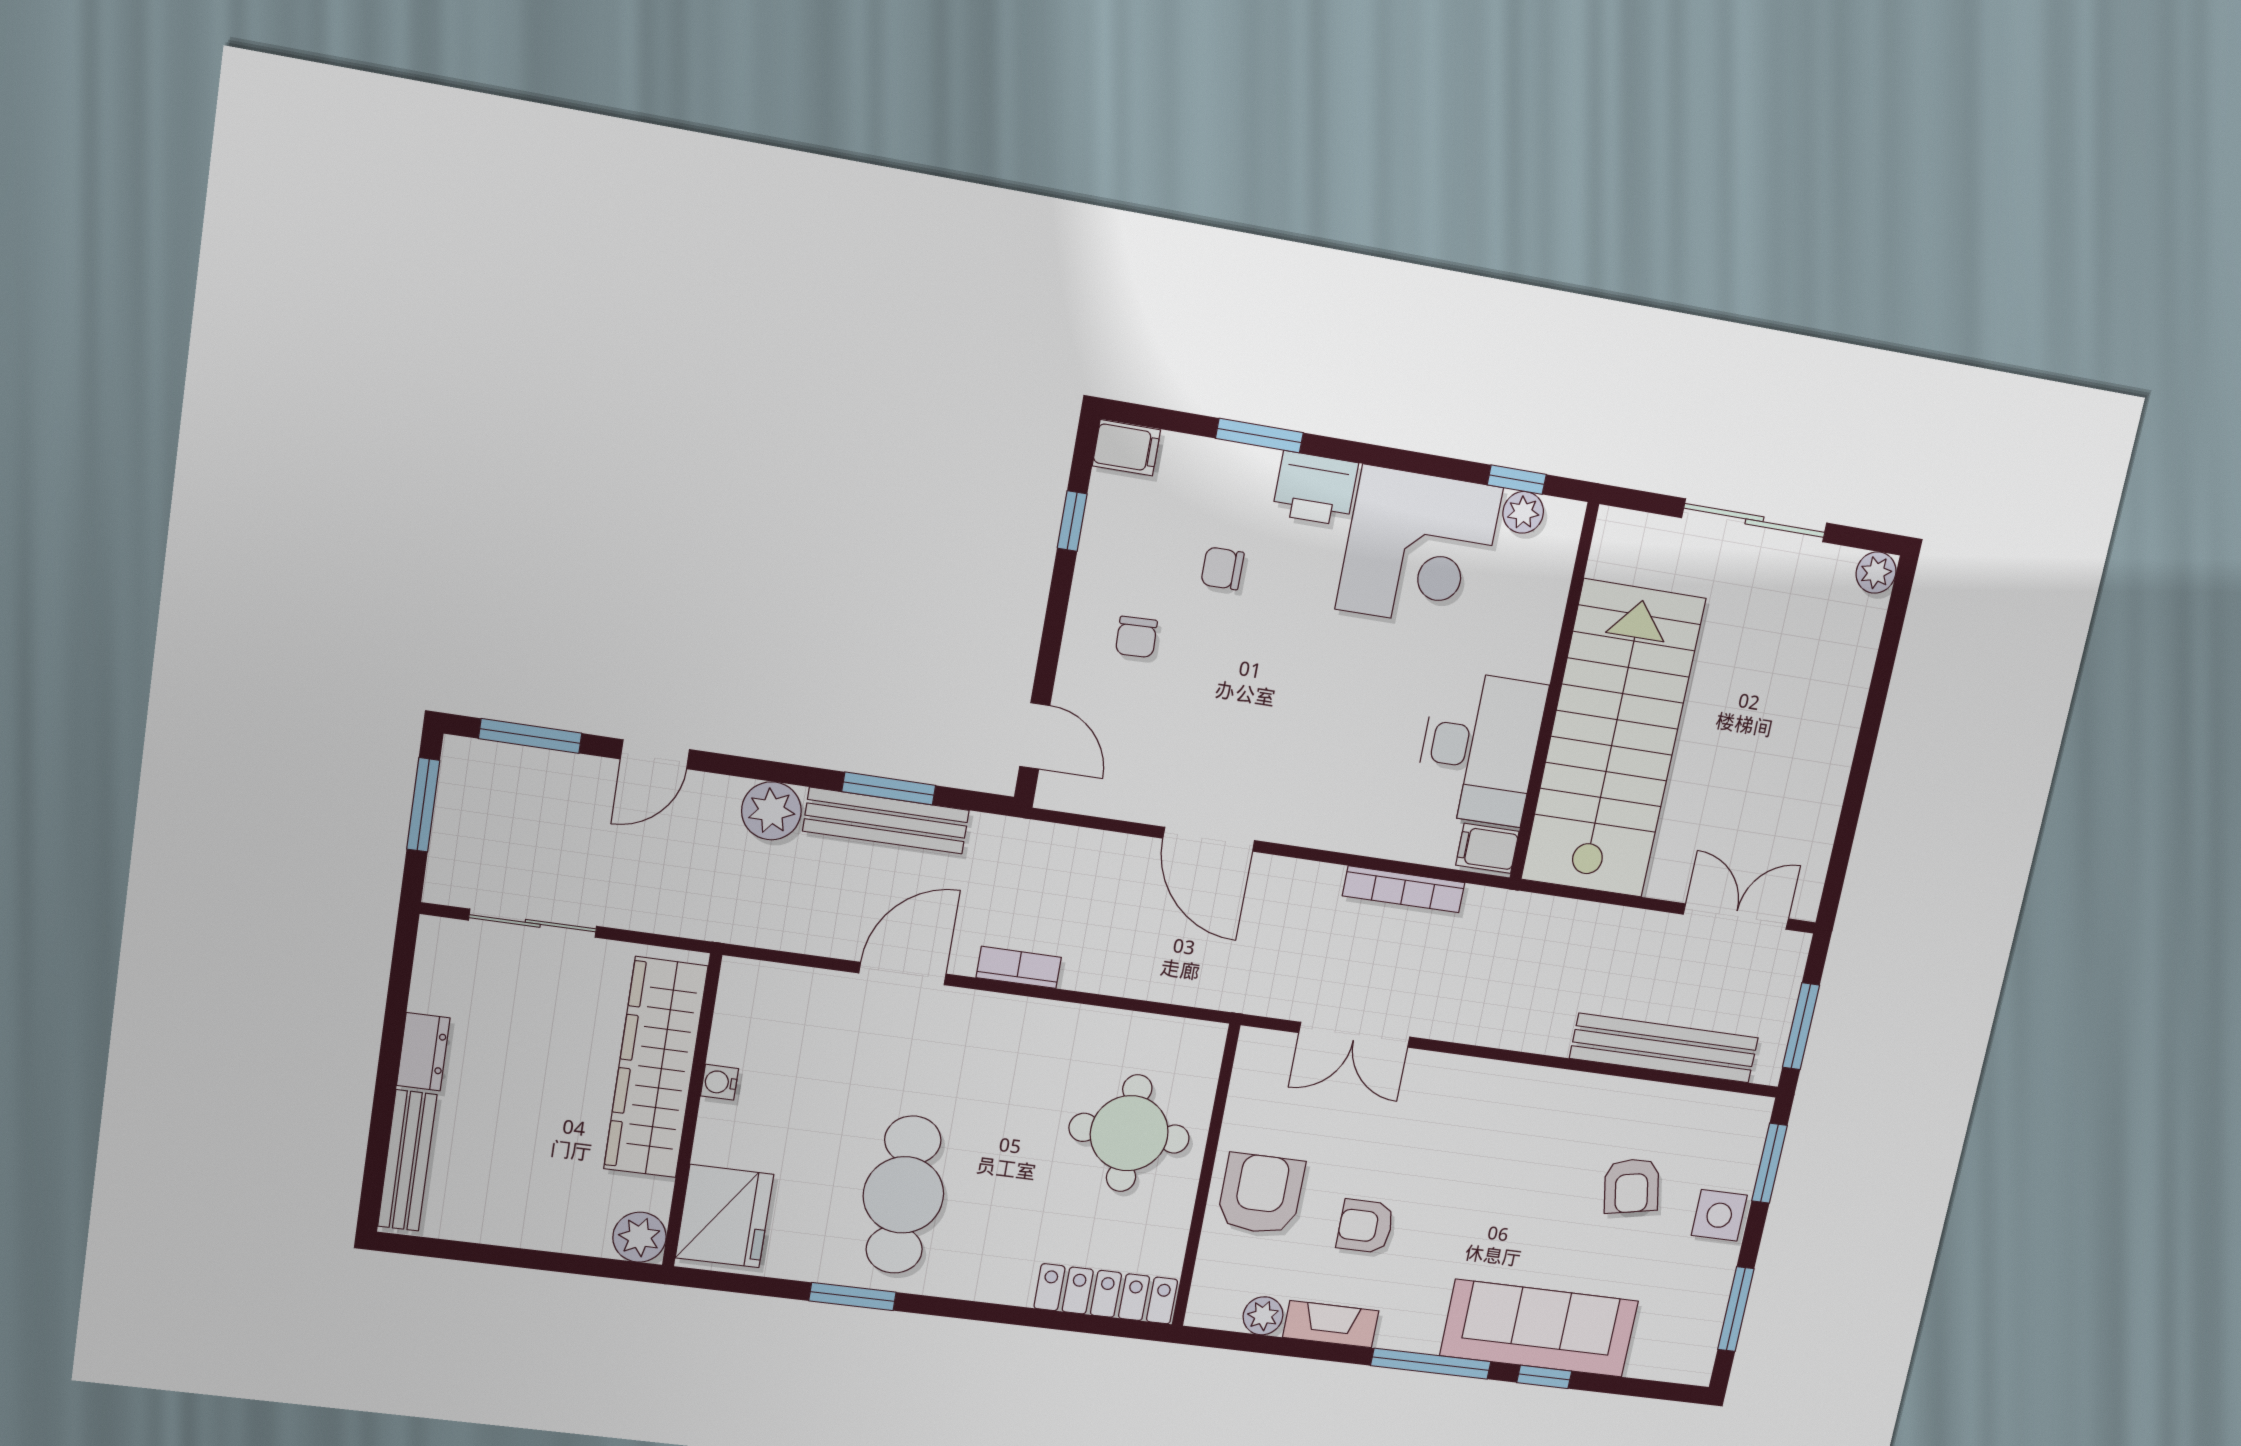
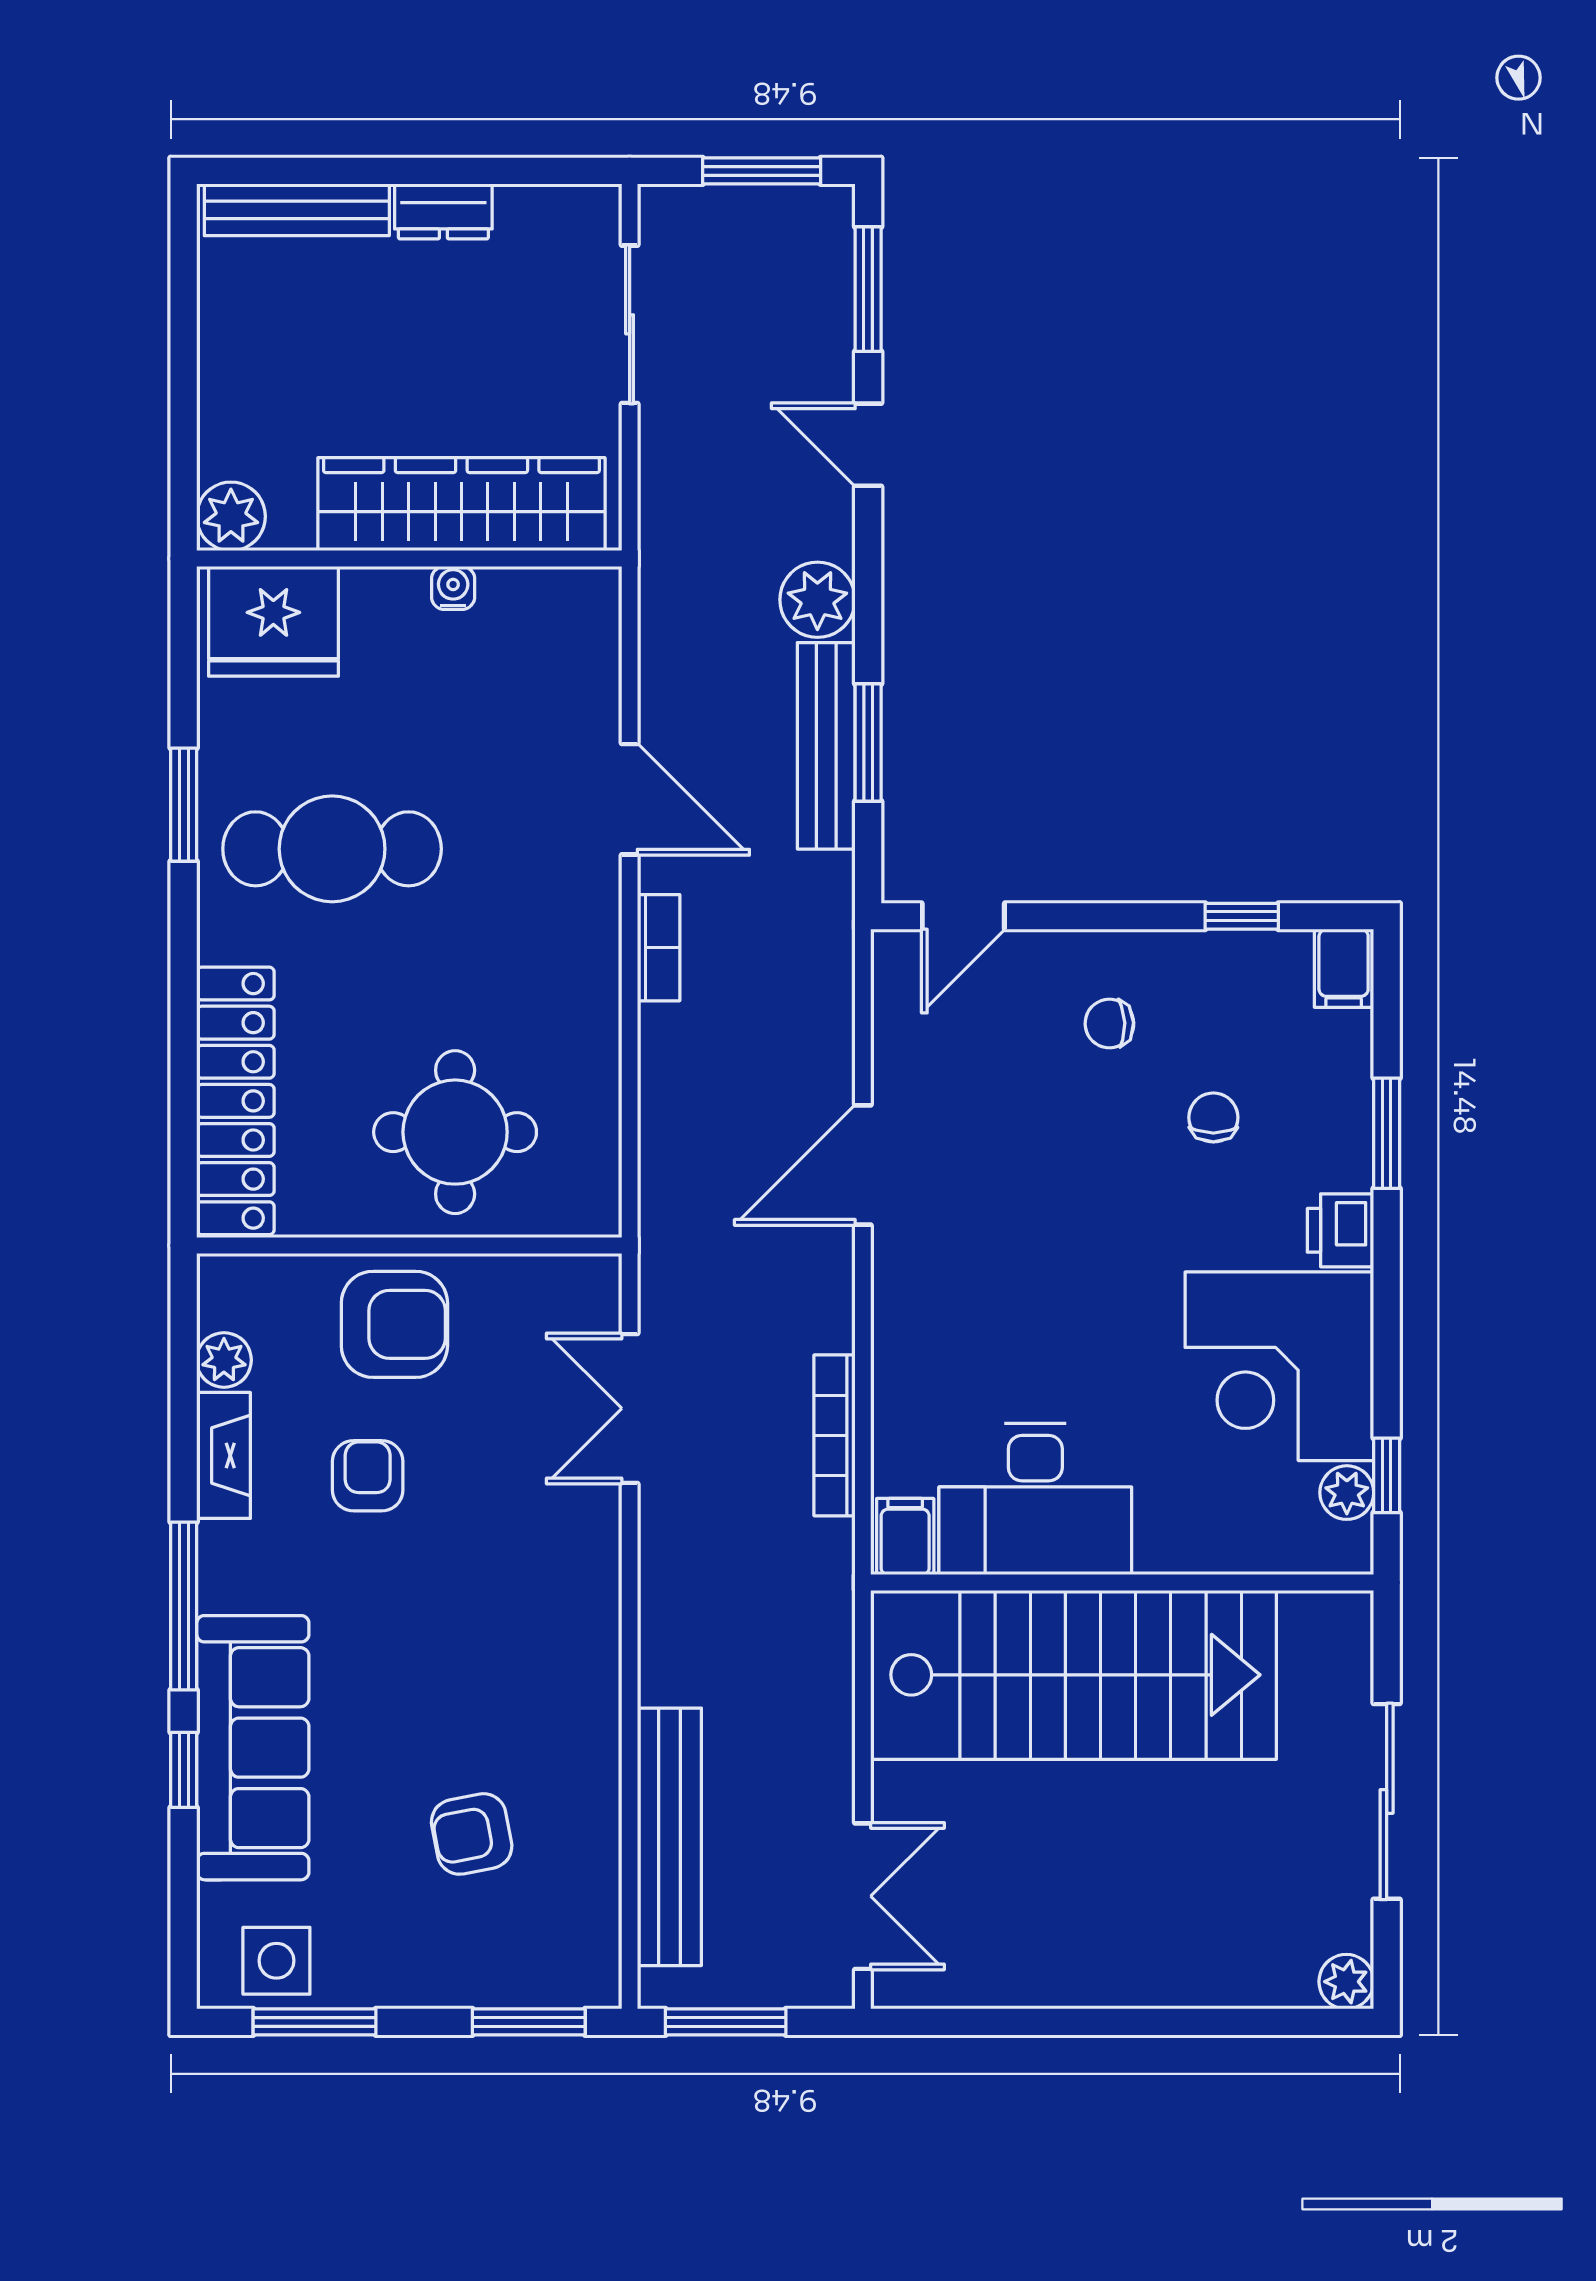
printer: (1315, 489) -> (1340, 1230), width x0.73, depth x0.81
side table: (1719, 1215) -> (276, 1961), moved
locker: (1106, 1294) -> (235, 1101), width x1.41, depth x1.21

